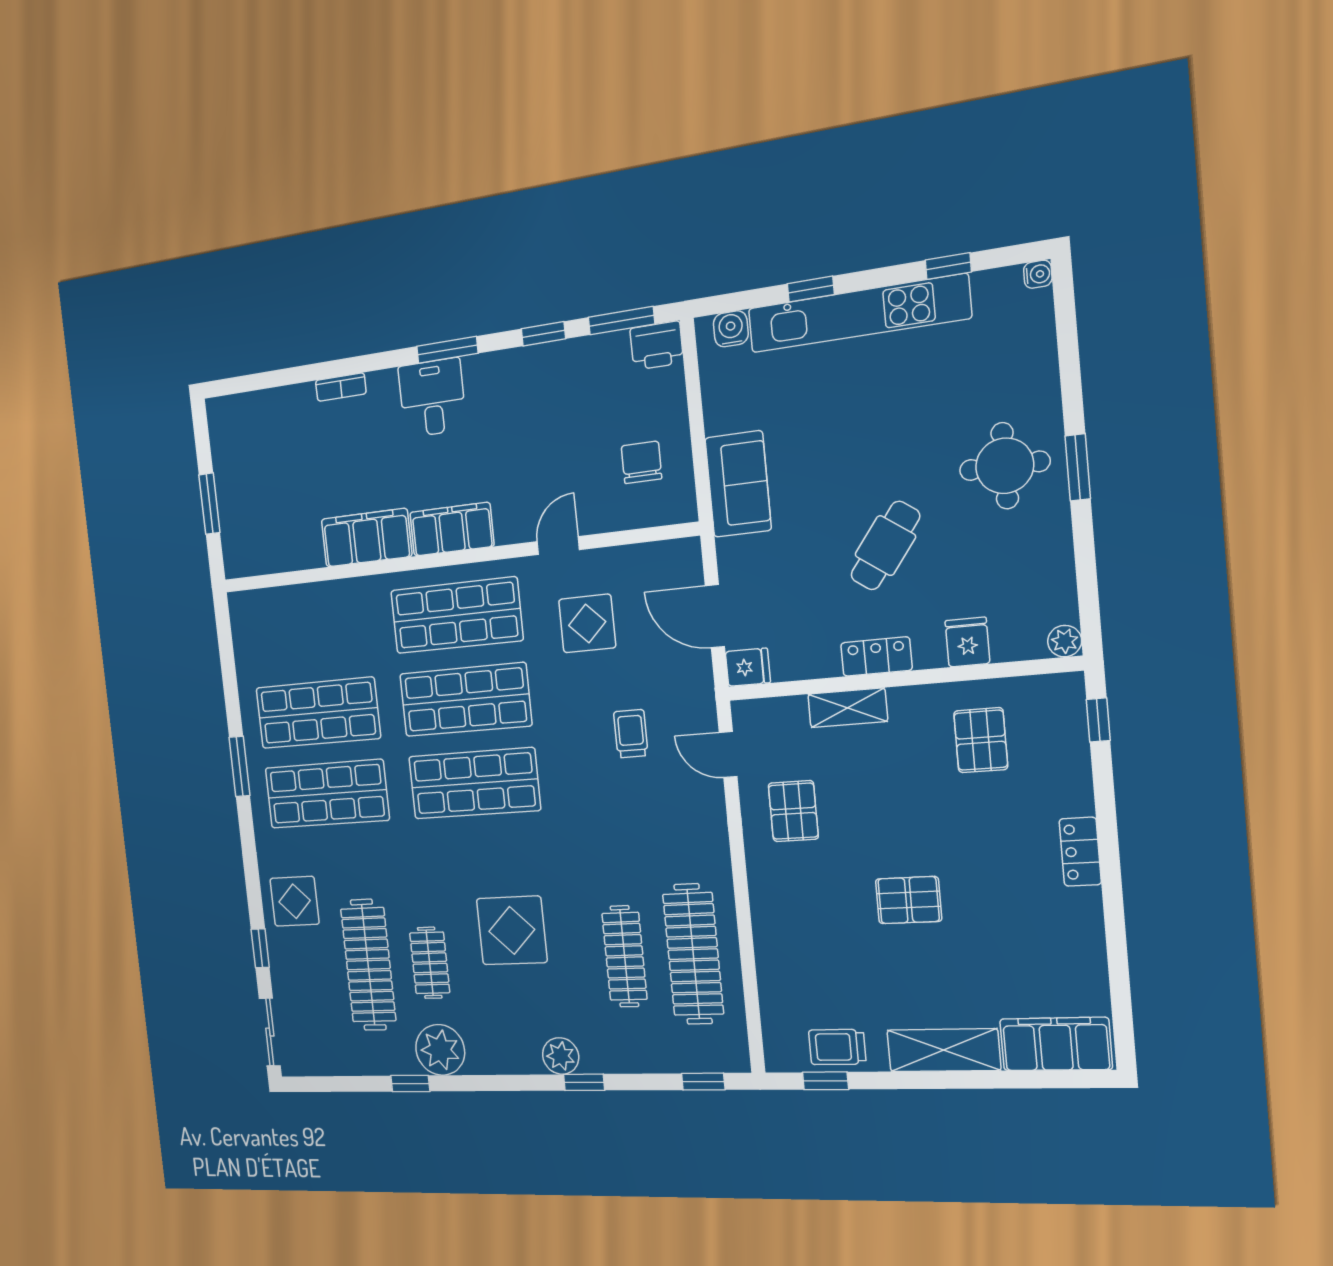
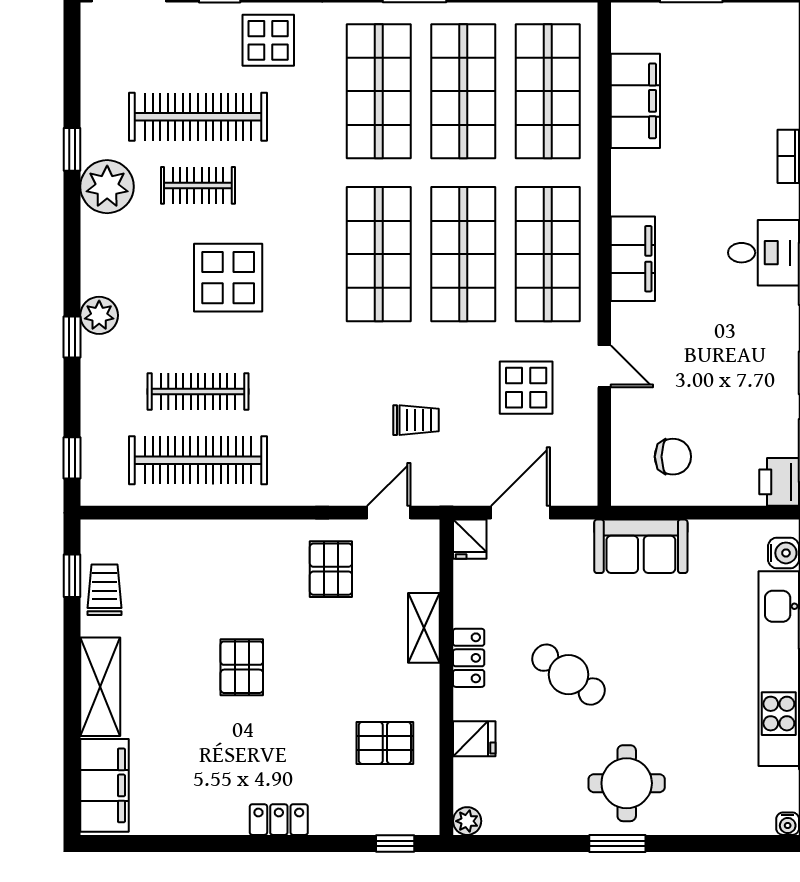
filing cabinet: (366, 538) -> (635, 101), moved
shop shelf: (309, 631) -> (548, 91), added
pallet: (793, 811) -> (331, 569), turned 90

